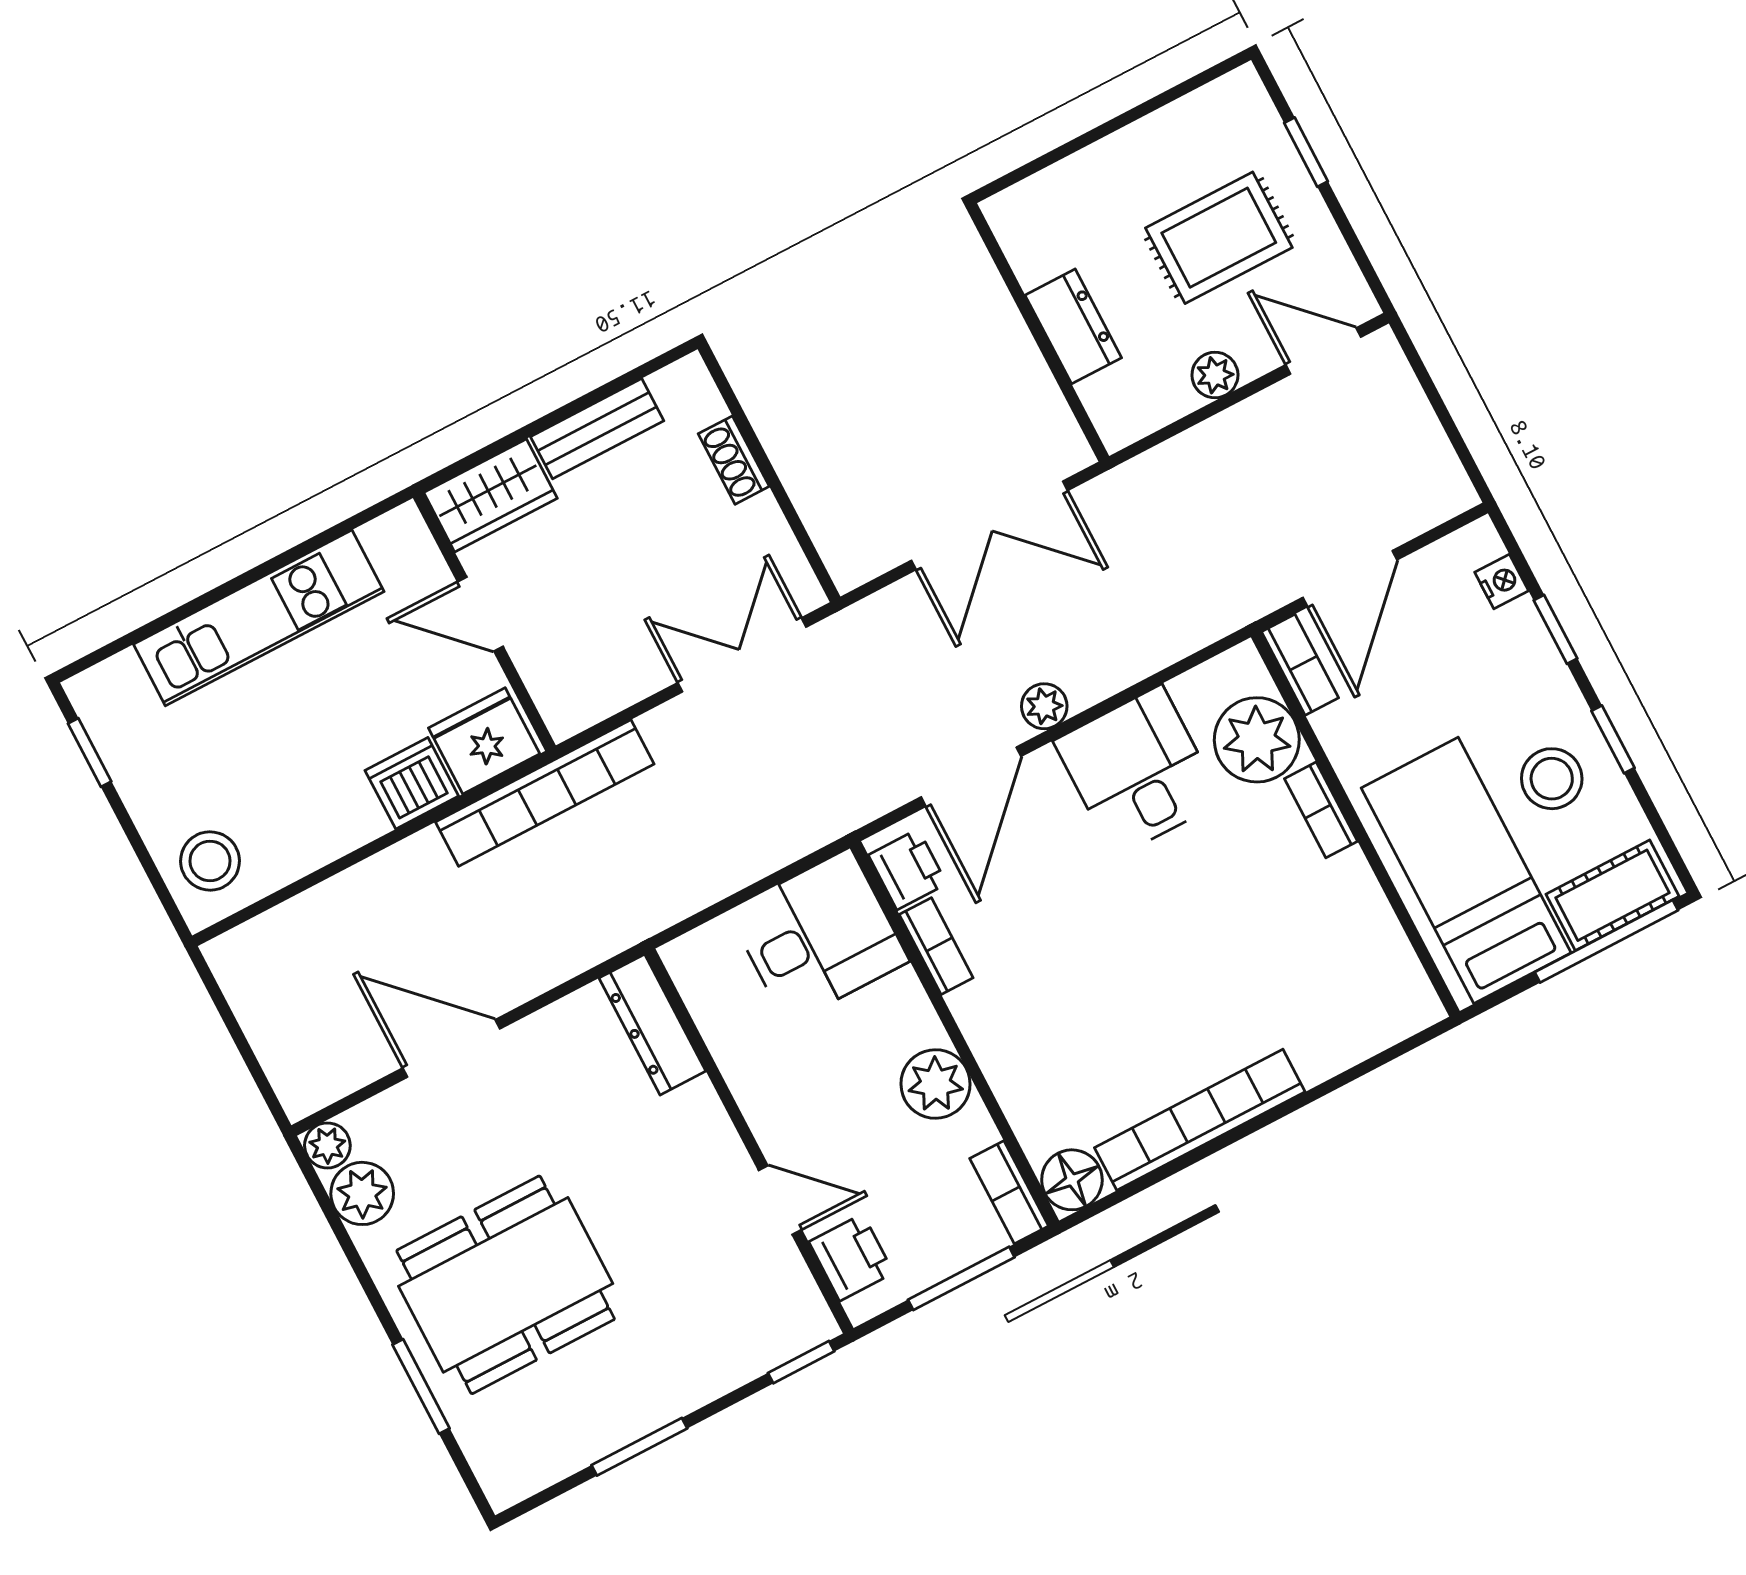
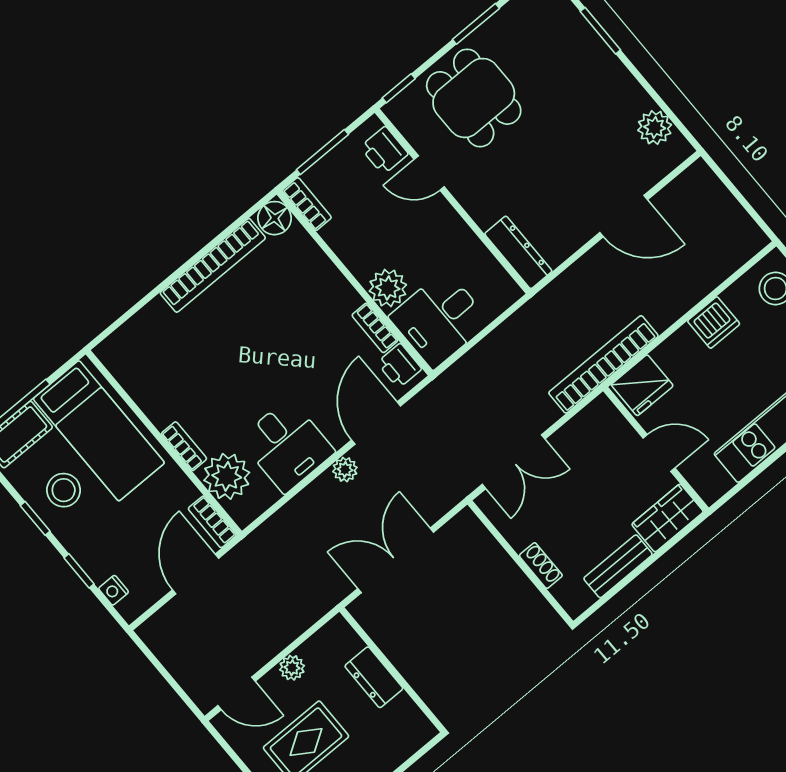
dishwasher: (412, 783) -> (714, 323), moved
plant: (936, 1084) -> (388, 288), moved
plant: (327, 1145) -> (679, 149), removed
dining table: (506, 1285) -> (474, 98), moved, width x0.73

